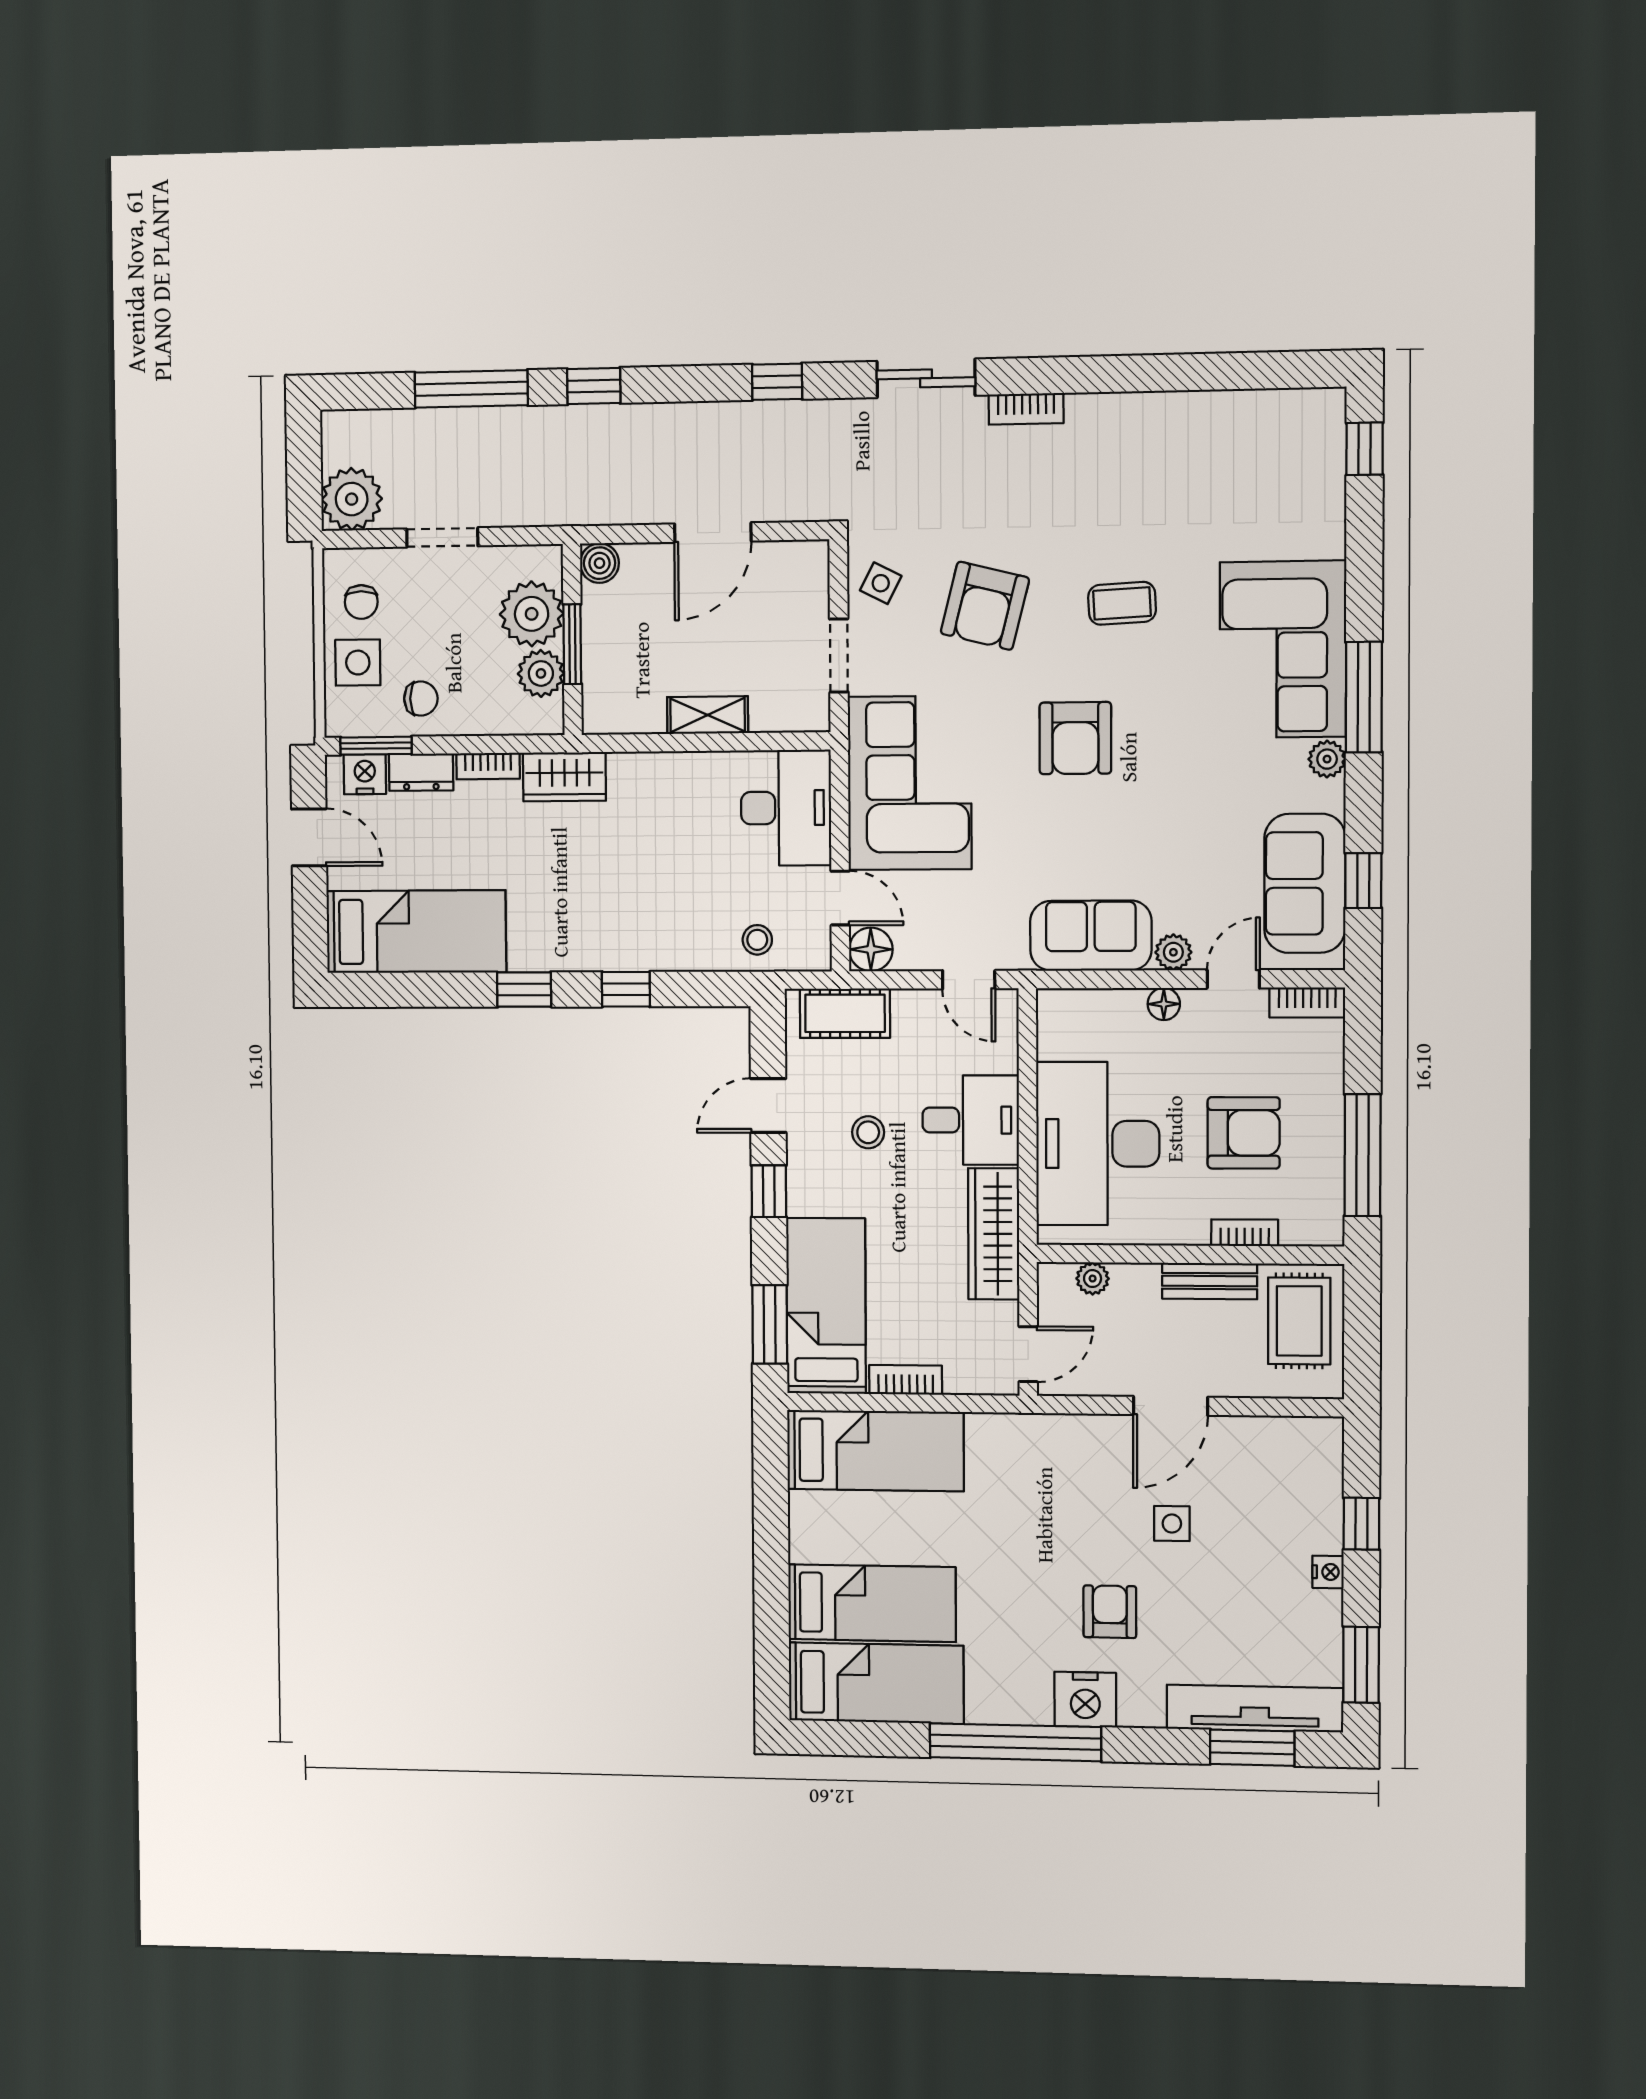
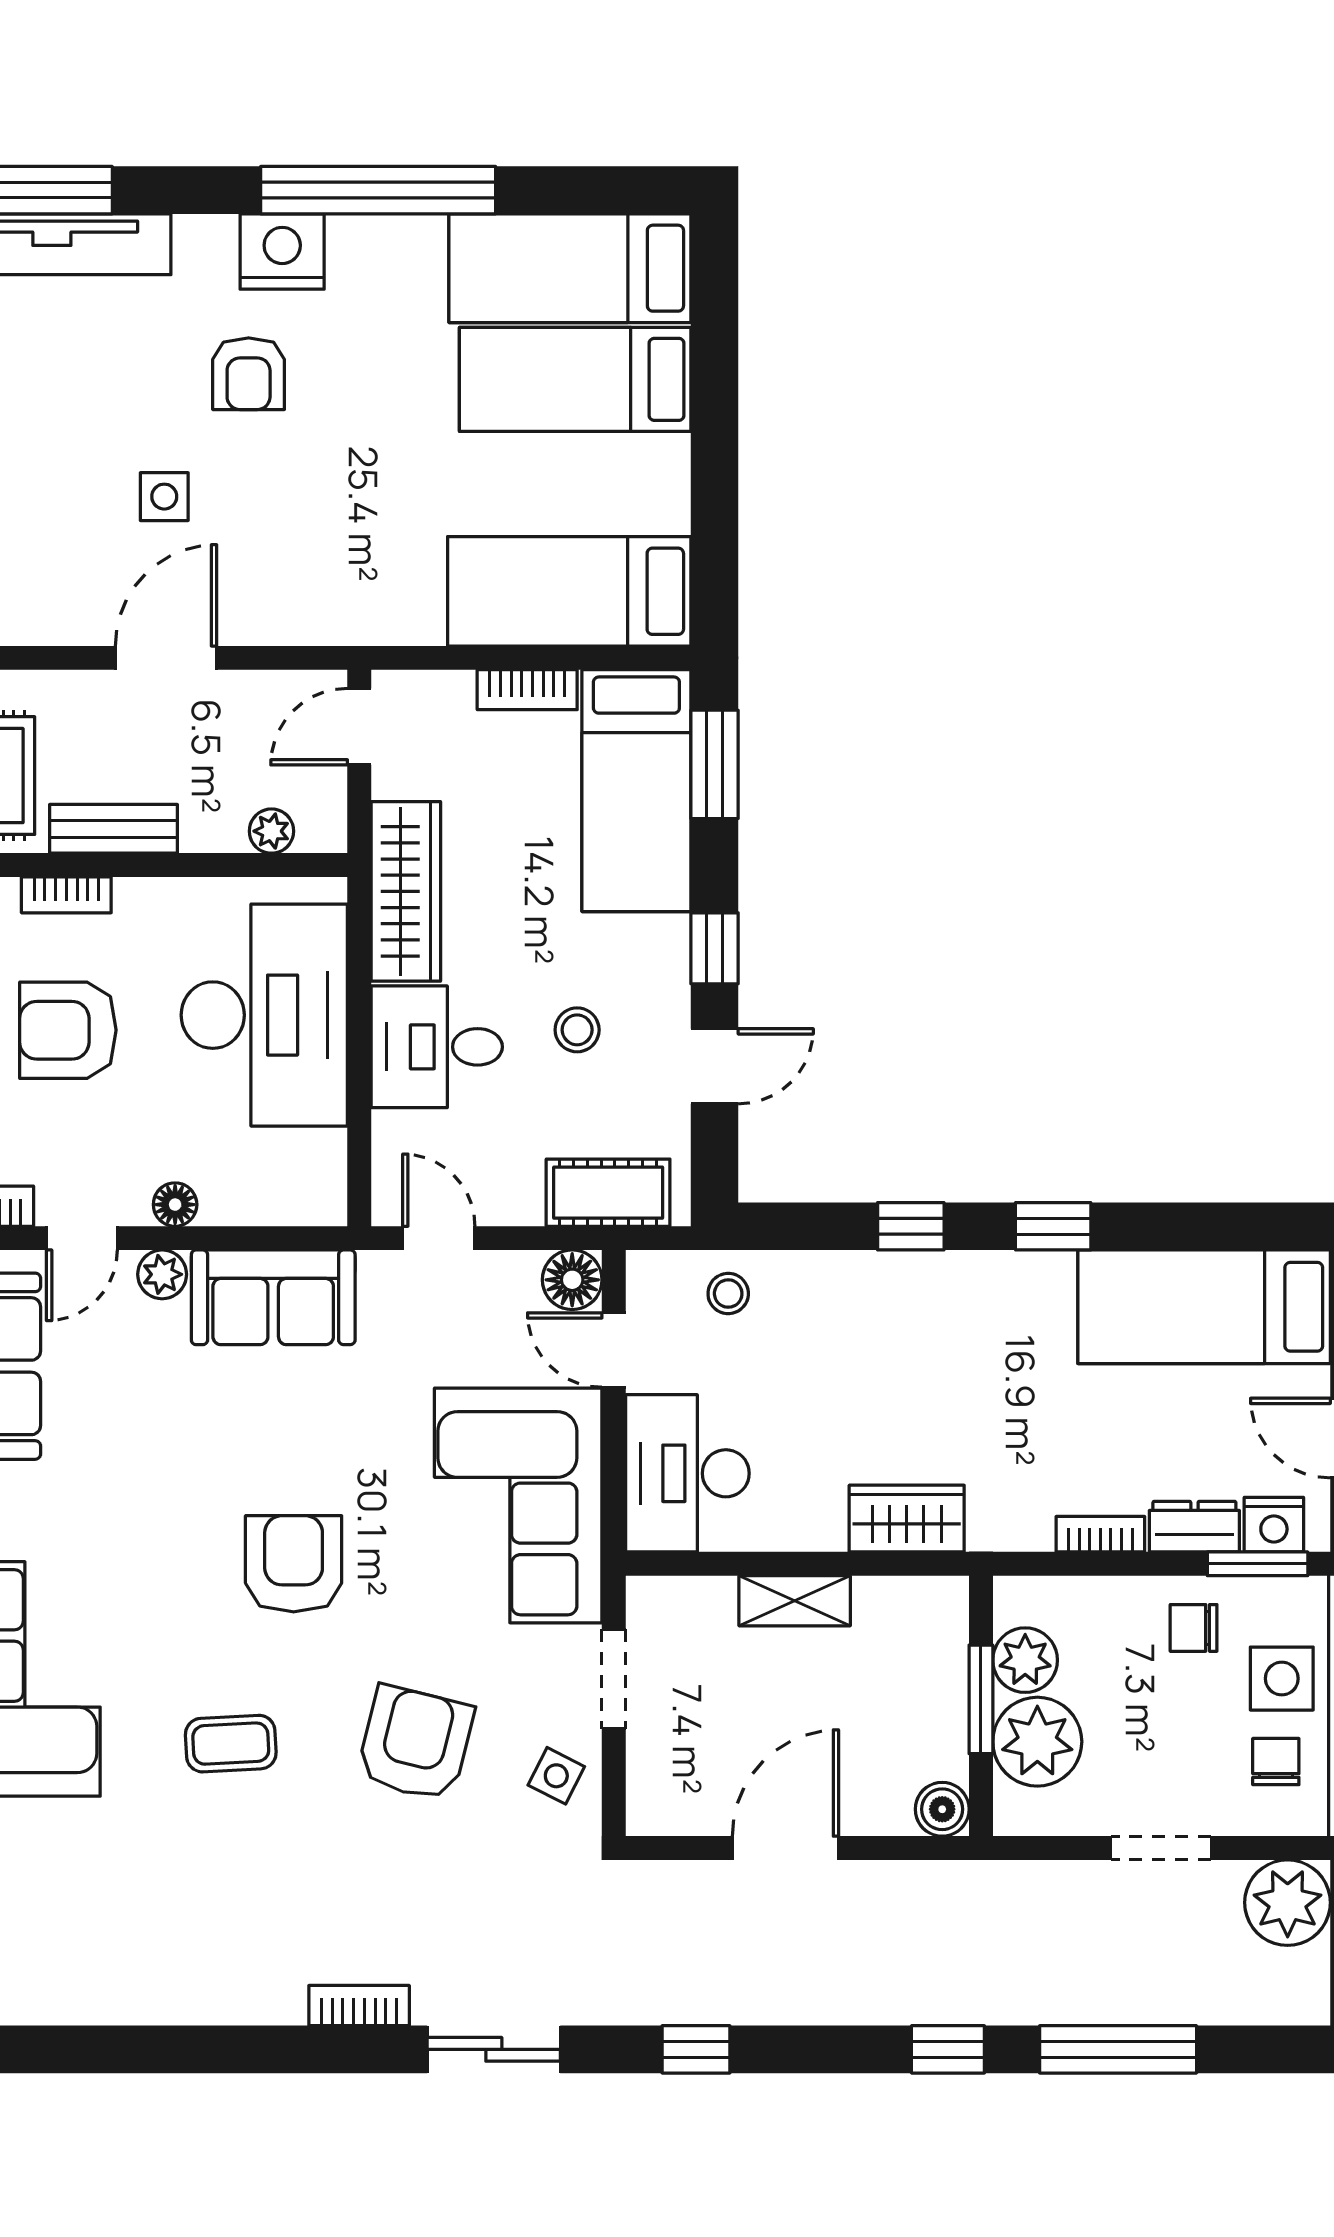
wardrobe: (564, 777) -> (907, 1519), moved

